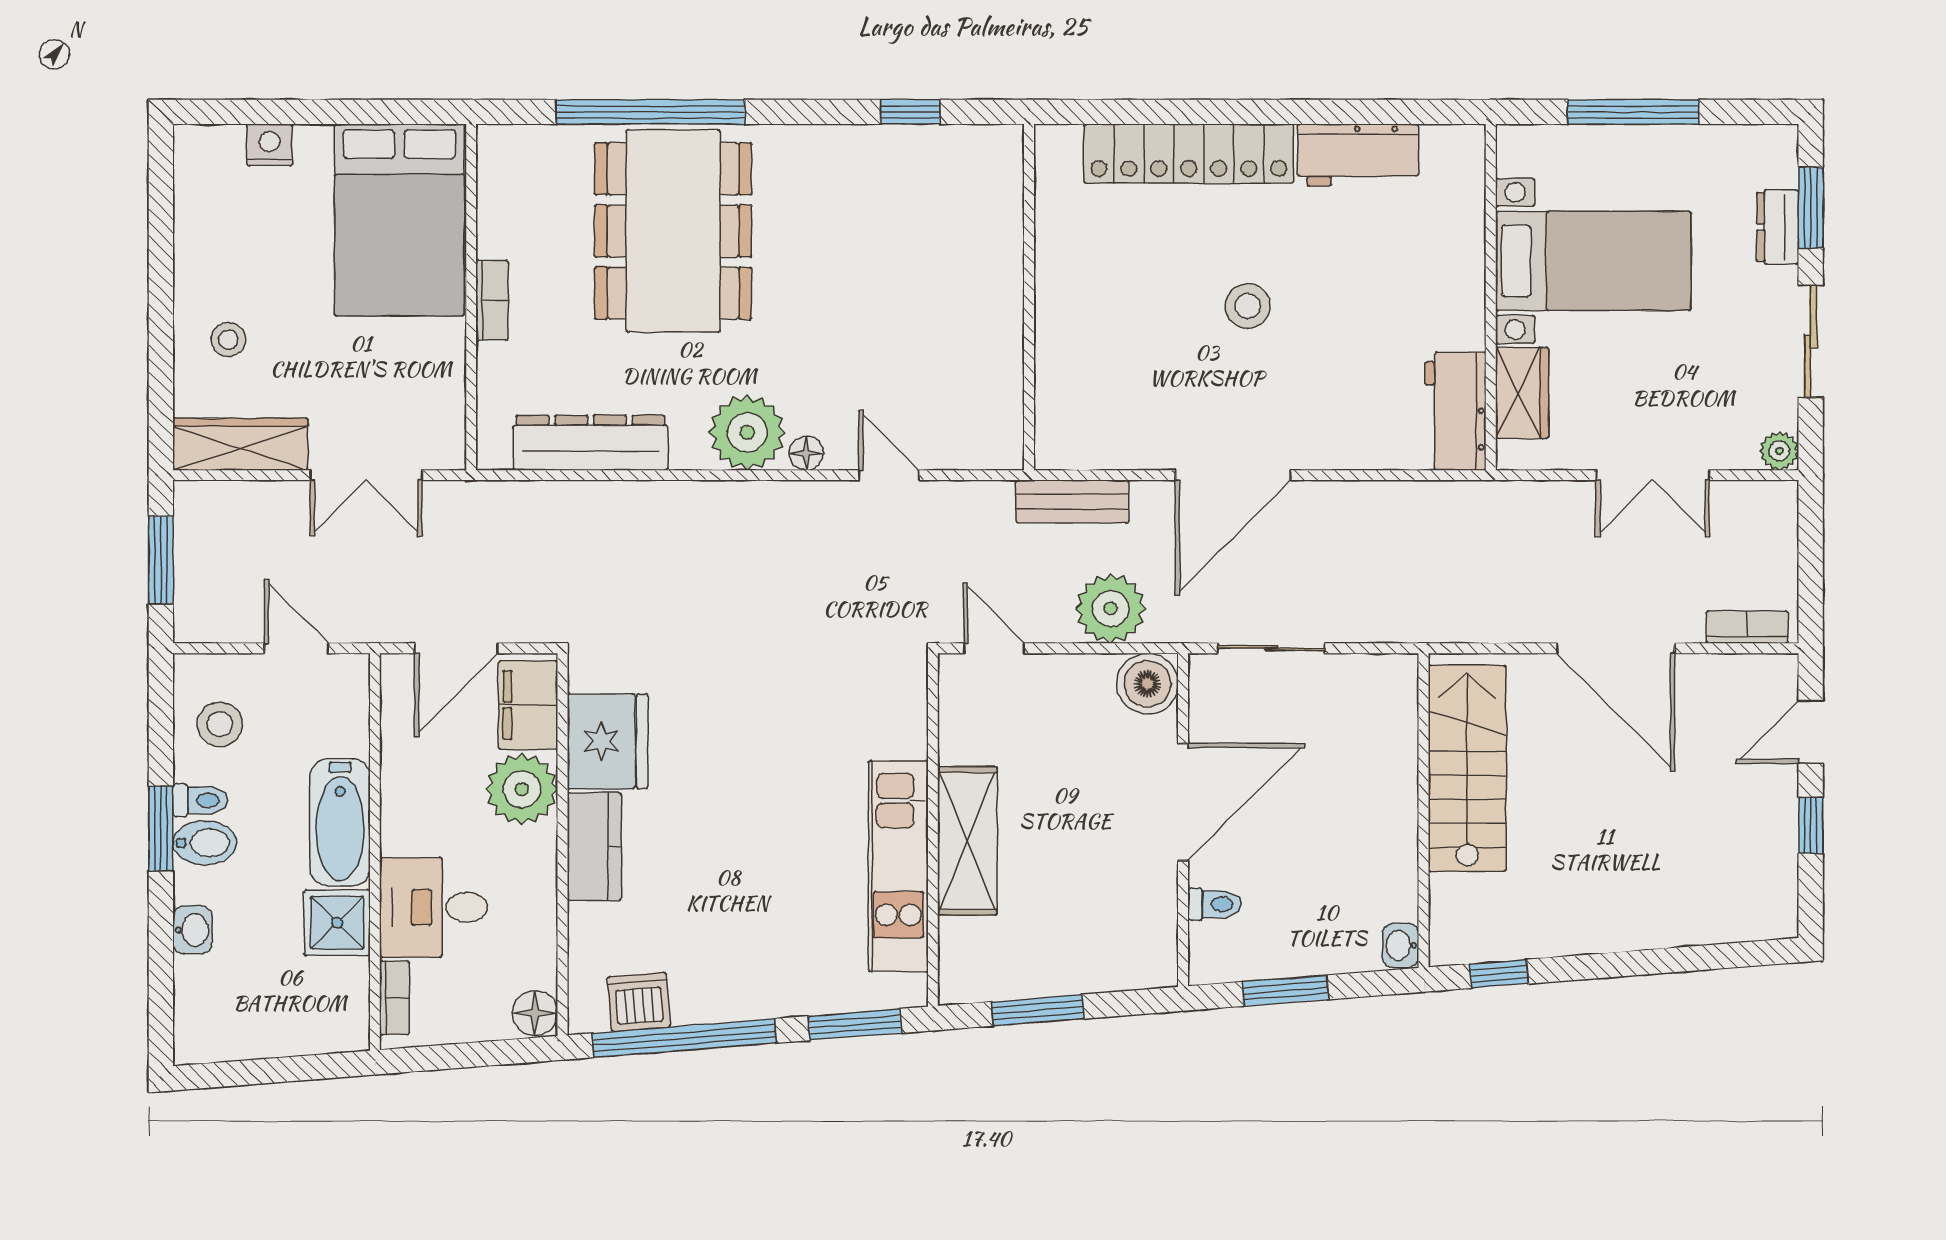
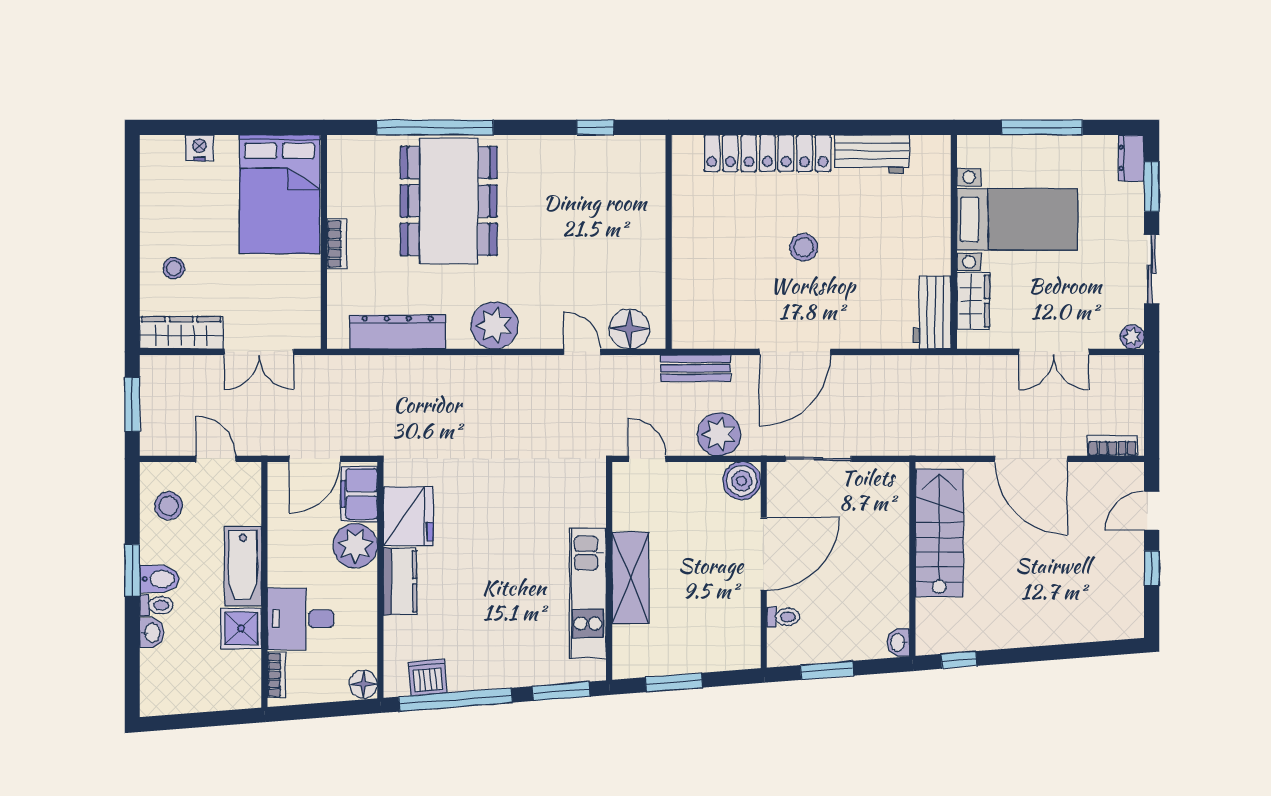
dresser: (1778, 227) -> (1131, 158), moved
floor lamp: (806, 453) -> (629, 329), moved, width x1.89, depth x1.89
toilet: (200, 800) -> (156, 605), moved

